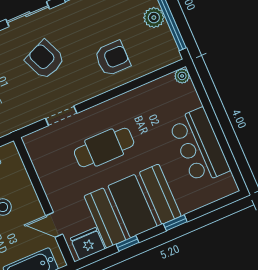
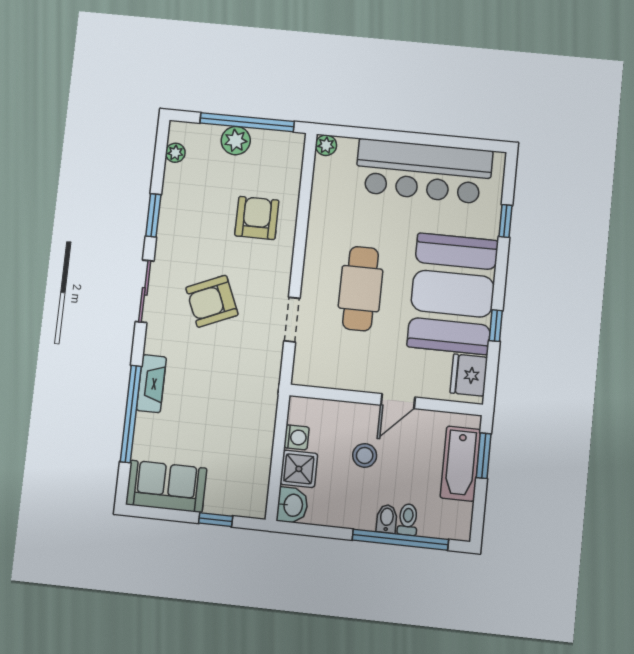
bar counter: (199, 146) -> (424, 171), width x1.36
window: (175, 223) -> (505, 221), moved
door: (54, 225) -> (398, 401), moved

